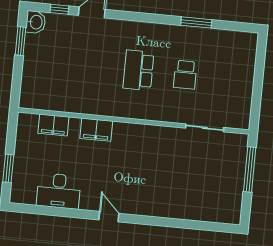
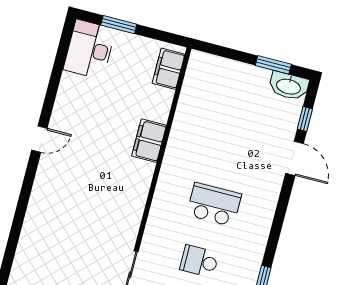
washbasin: (36, 22) -> (289, 86), width x1.38
filing cabinet: (53, 125) -> (169, 69), moved
desk: (59, 191) -> (89, 49), moved

